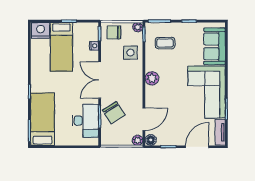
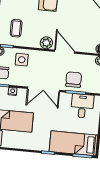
chair: (114, 113) -> (74, 80), turned -58
door: (144, 119) -> (64, 52), moved
desk: (85, 121) -> (82, 106), width x0.73

